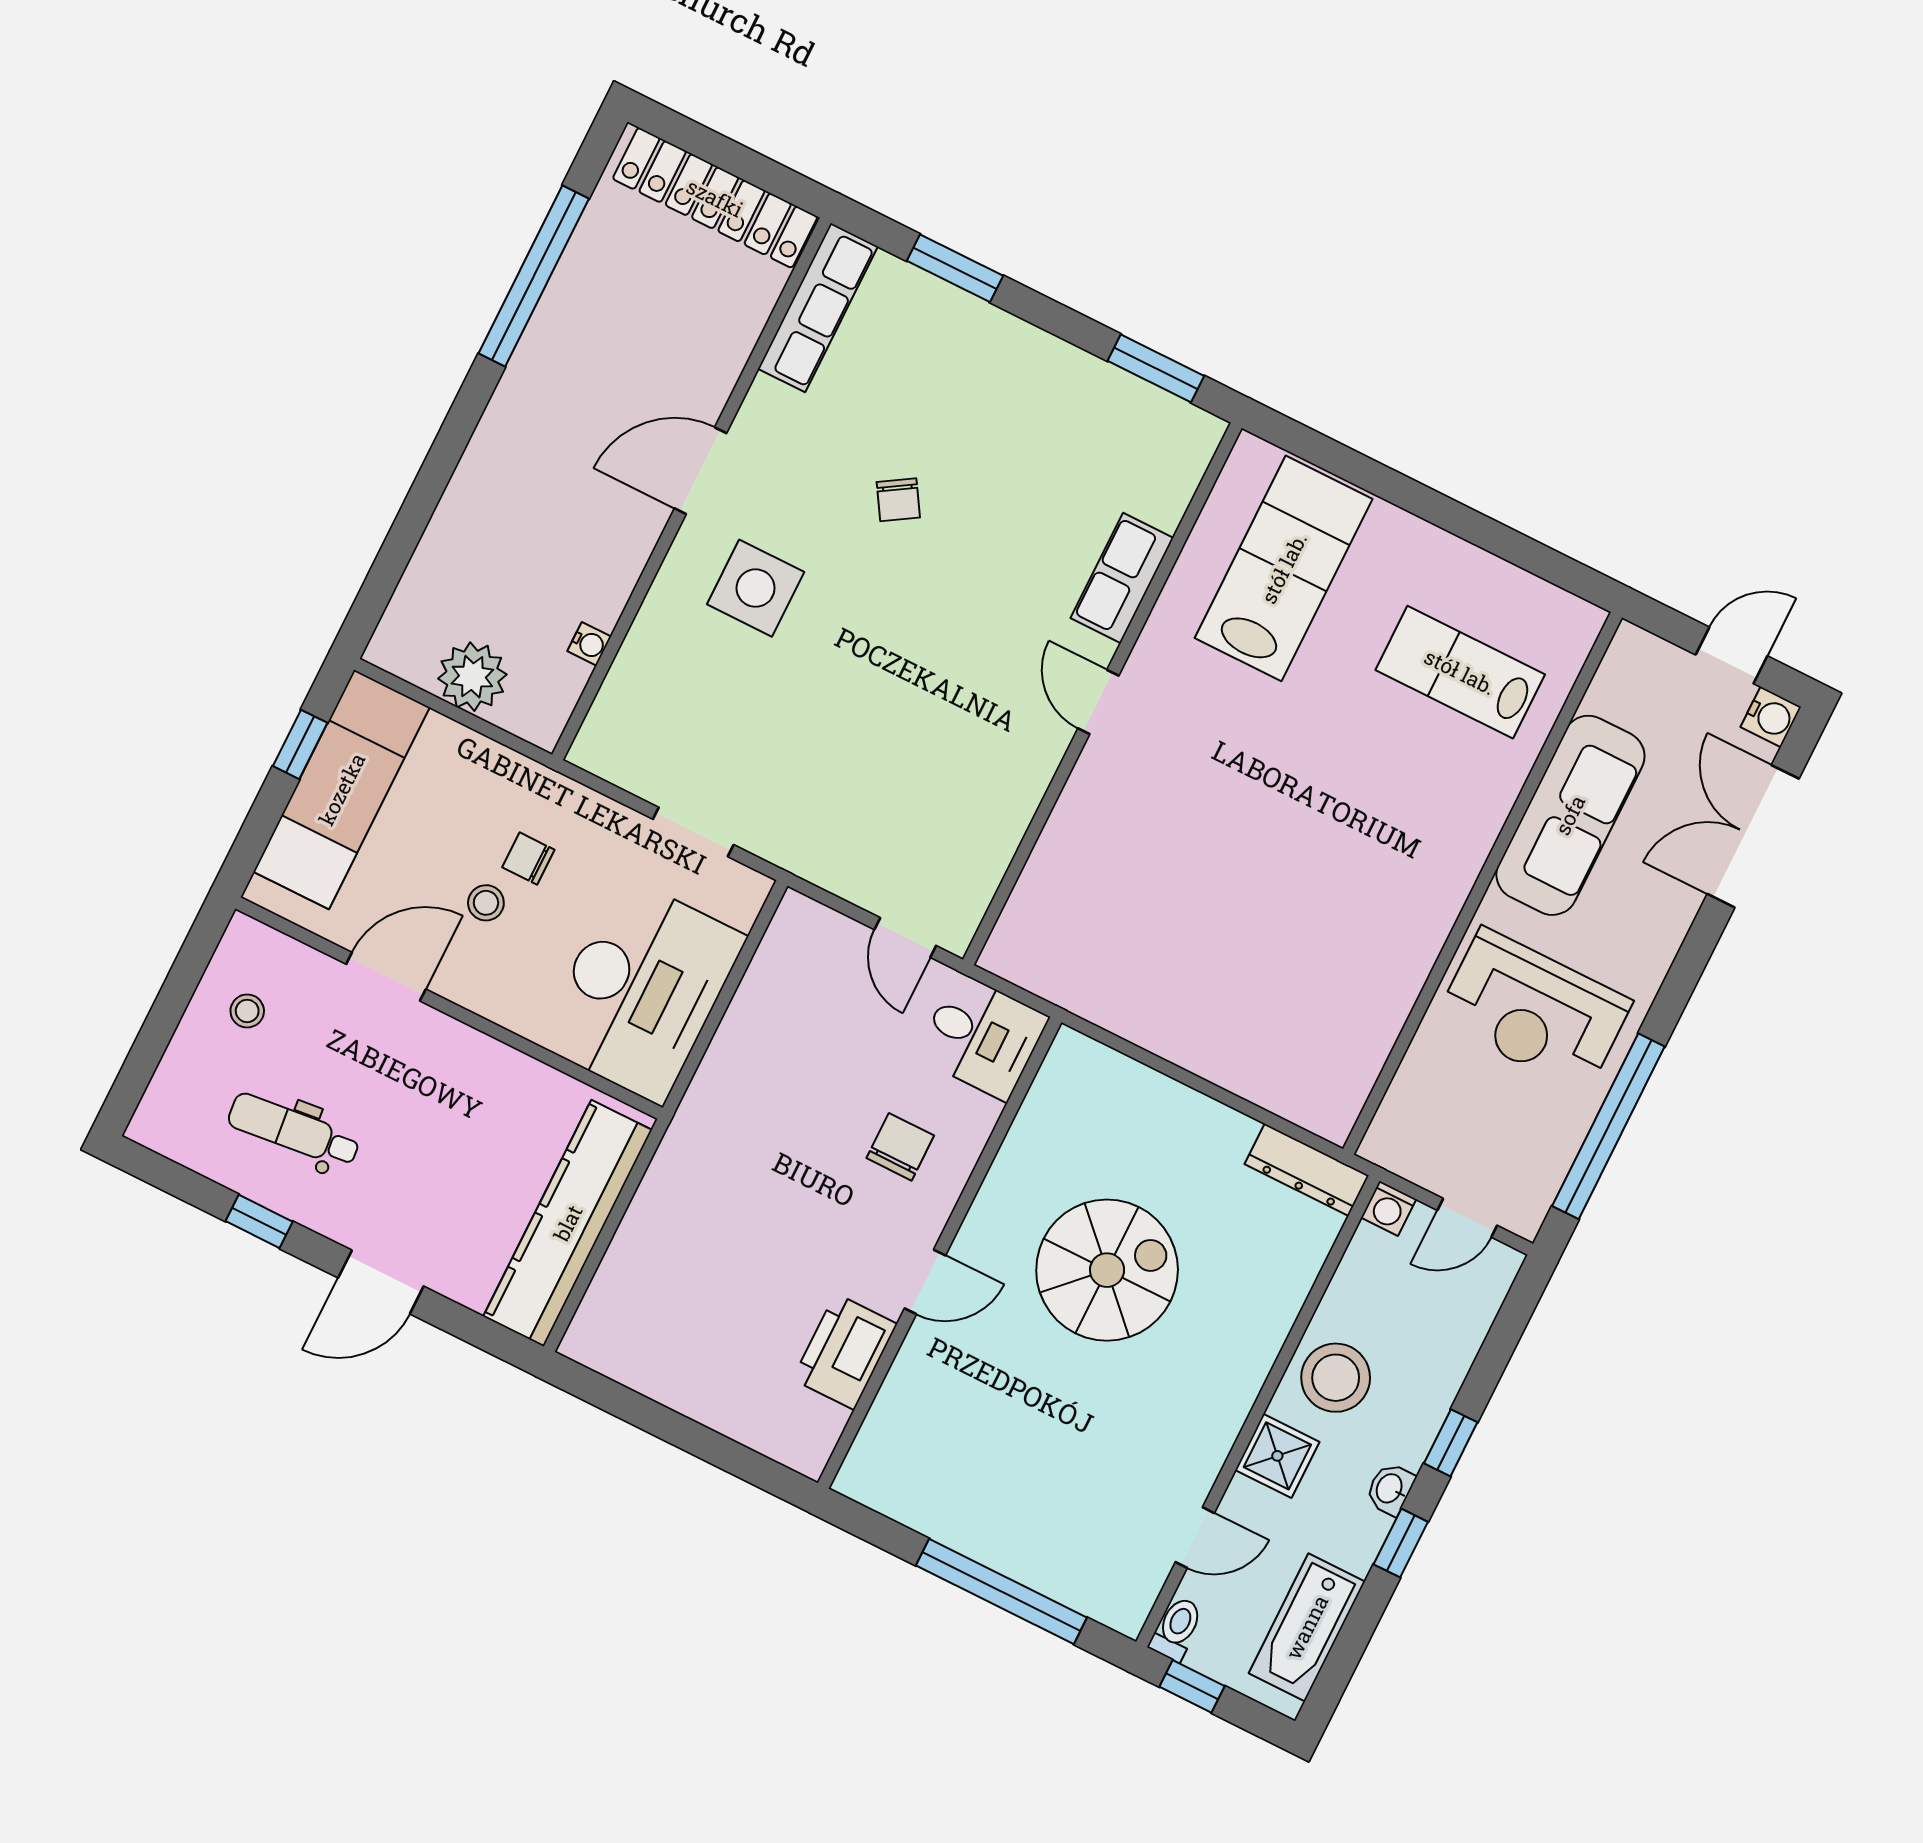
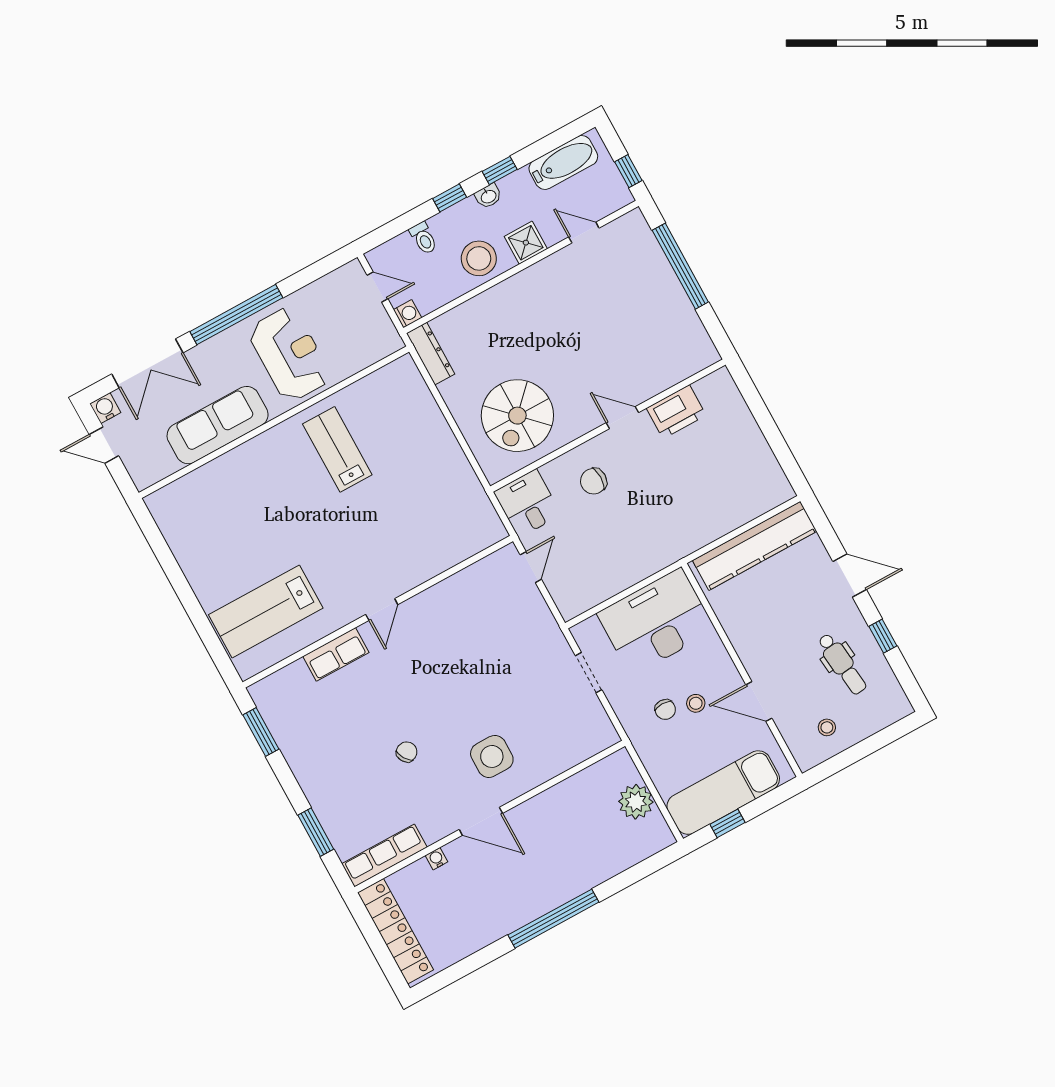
window: (534, 276) -> (553, 919), moved
water cooler: (589, 644) -> (437, 859), moved
lab bench: (1460, 672) -> (337, 449), moved, turned 180
window: (1608, 1126) -> (236, 315), moved
spiral stairs: (1107, 1270) -> (517, 416), moved, turned -90
toilet: (1177, 1629) -> (423, 238), moved, turned -90

